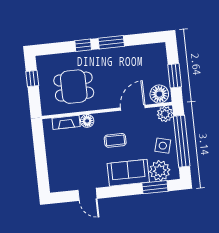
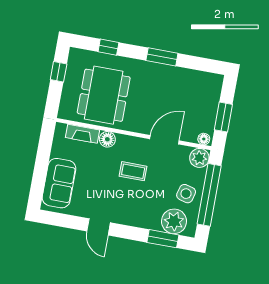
window: (83, 45) -> (108, 47), moved
dining table: (74, 87) -> (104, 95), width x1.38
floor lamp: (159, 94) -> (204, 139), width x0.53, depth x0.53
sofa: (128, 173) -> (59, 183), moved, turned 90
door: (88, 194) -> (99, 227), moved

